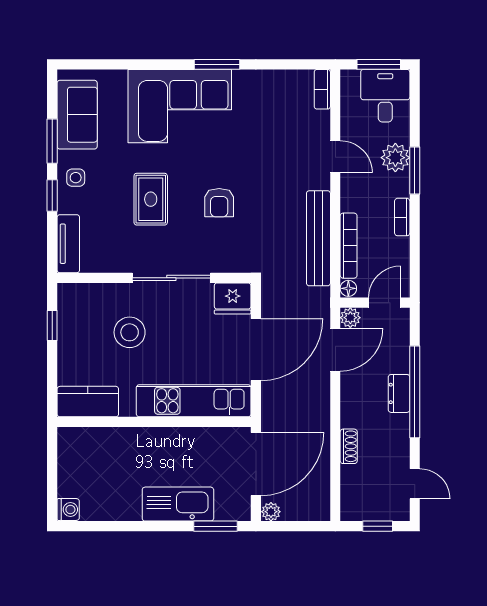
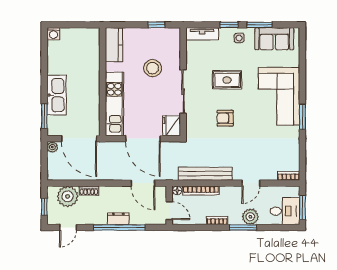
plant: (350, 318) -> (68, 196), moved, width x1.87, depth x1.87

